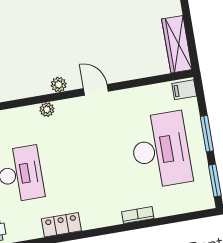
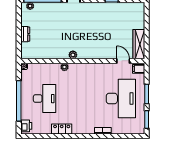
door: (96, 90) -> (123, 61), moved

